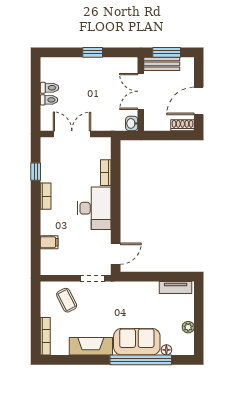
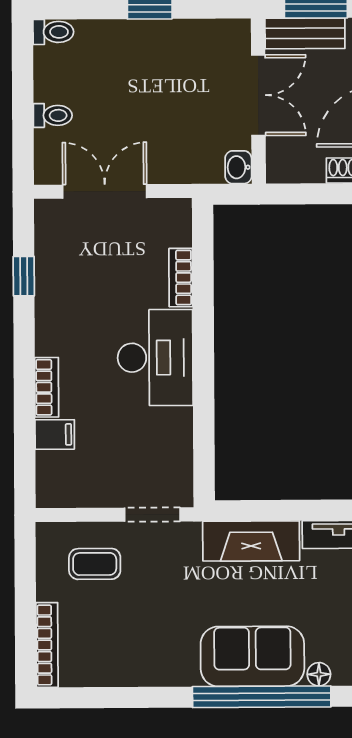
toilet: (49, 88) -> (53, 32), moved
double door: (141, 91) -> (258, 95), swing flipped
bookcase: (46, 196) -> (47, 387), moved
door: (116, 254) -> (204, 459), removed
coffee table: (67, 300) -> (95, 564), turned -63
fireplace: (91, 346) -> (251, 541), moved, turned 180

